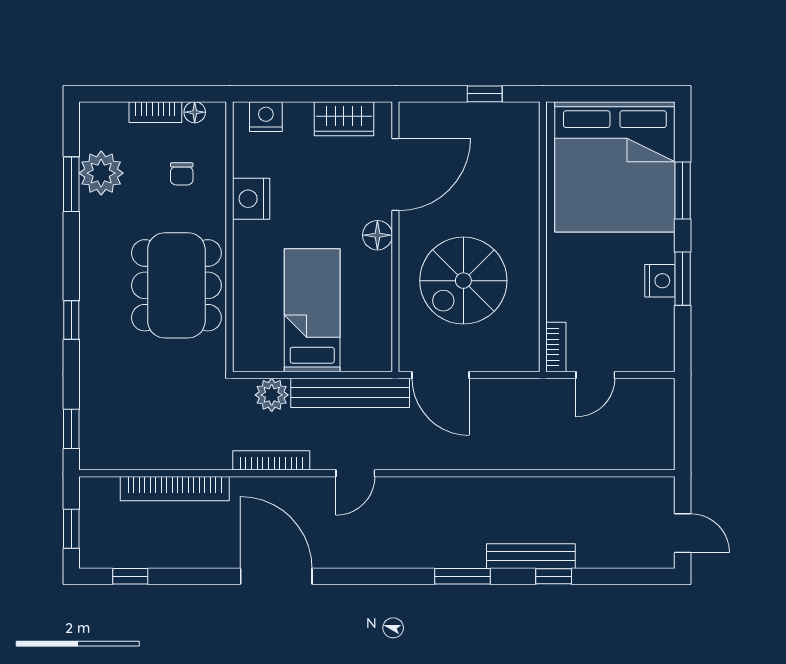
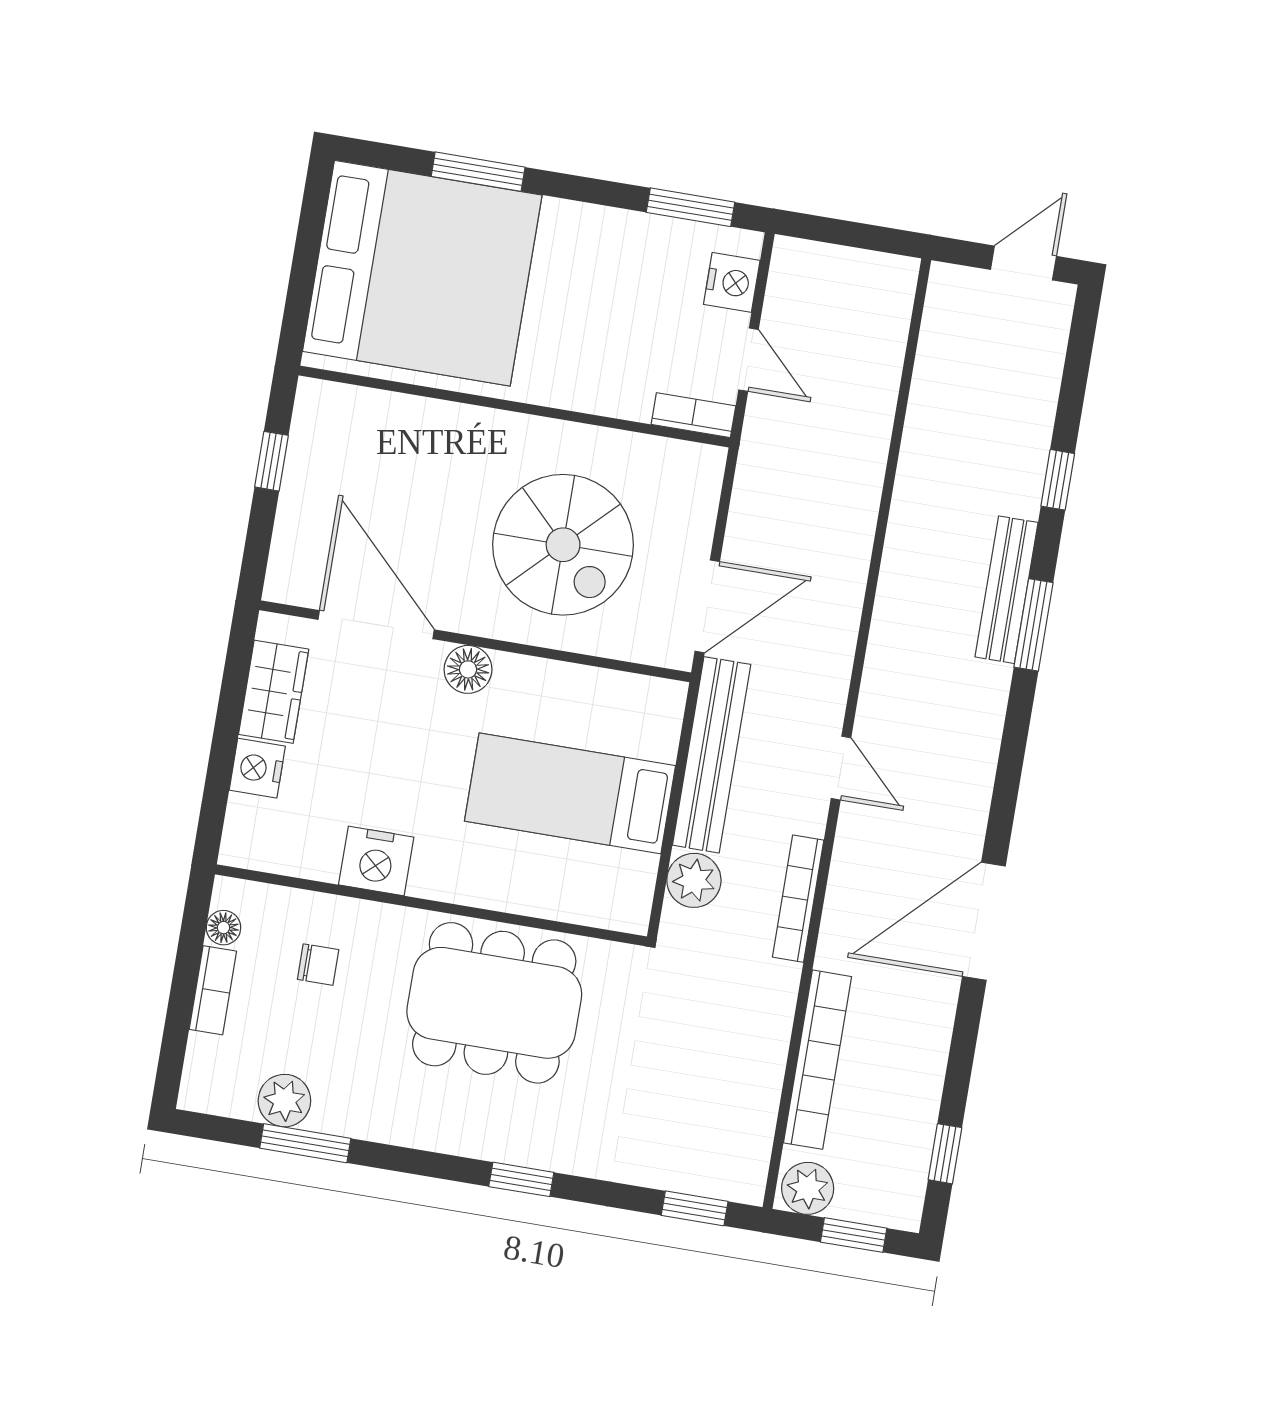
nightstand: (266, 117) -> (257, 768), moved
plant: (101, 173) -> (284, 1101), width x0.73, depth x0.73
window: (683, 279) -> (691, 207), moved
nightstand: (660, 281) -> (732, 282), moved, turned 90
plant: (95, 496) -> (808, 1188), added
bench: (531, 556) -> (1006, 590), moved

